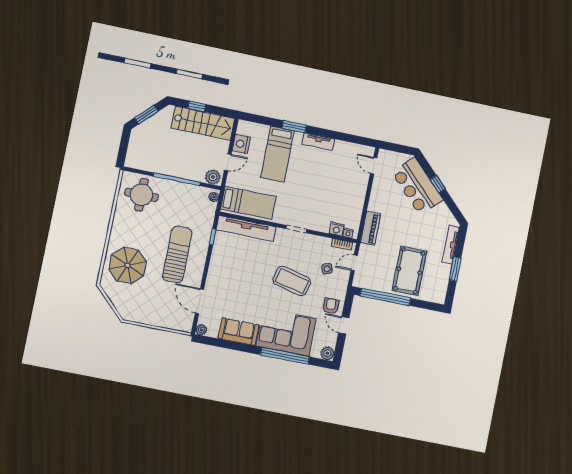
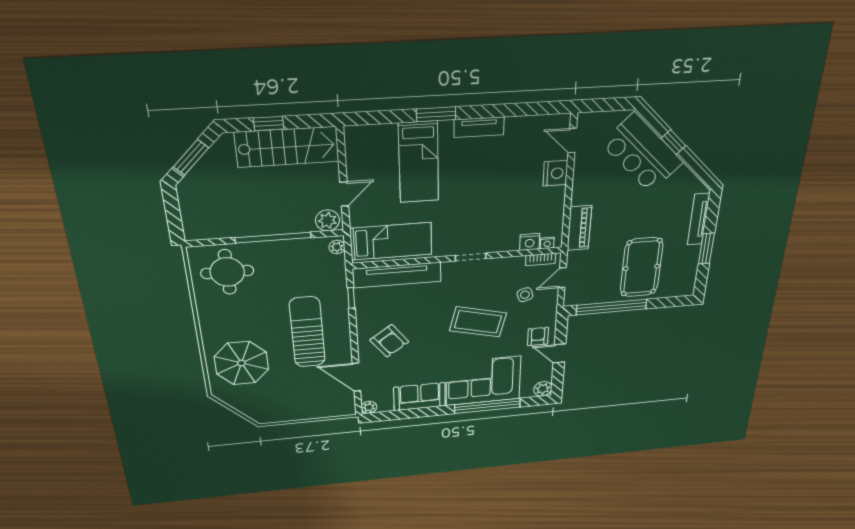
nightstand: (241, 144) -> (555, 173), moved, turned 180
armchair: (229, 278) -> (389, 341), added

